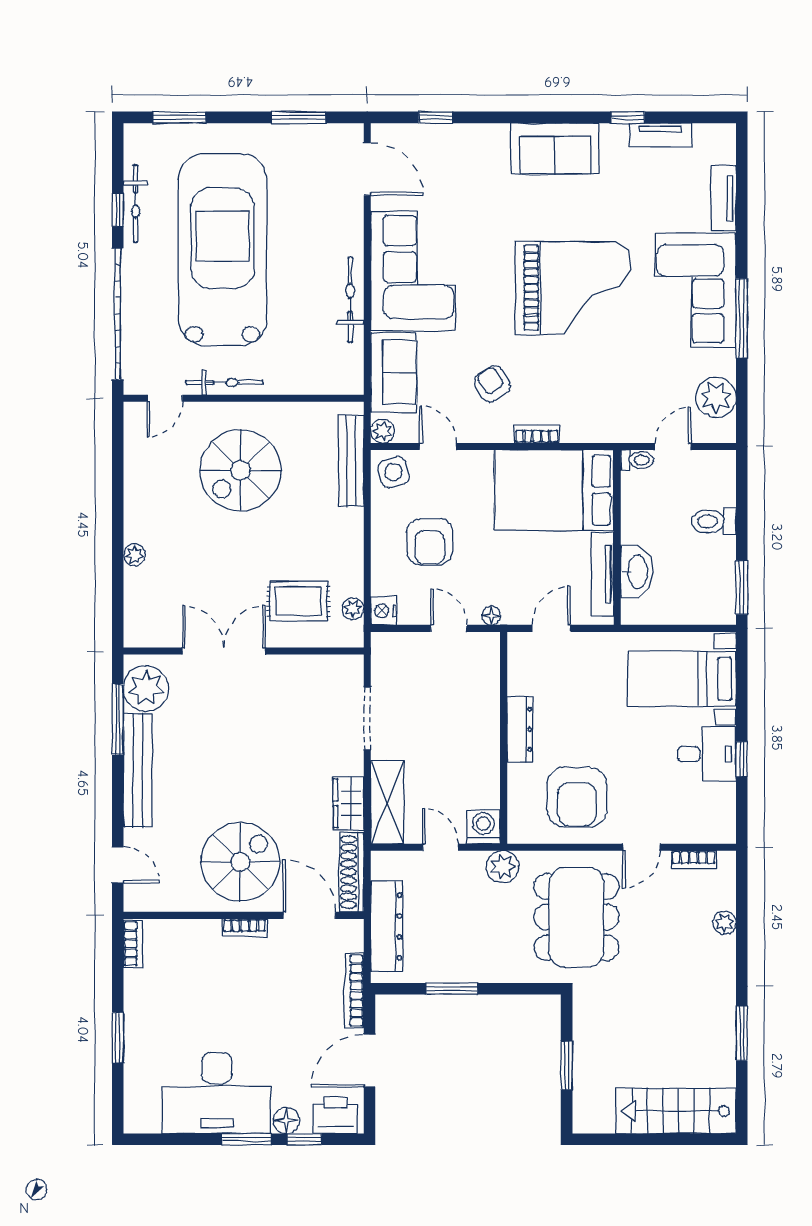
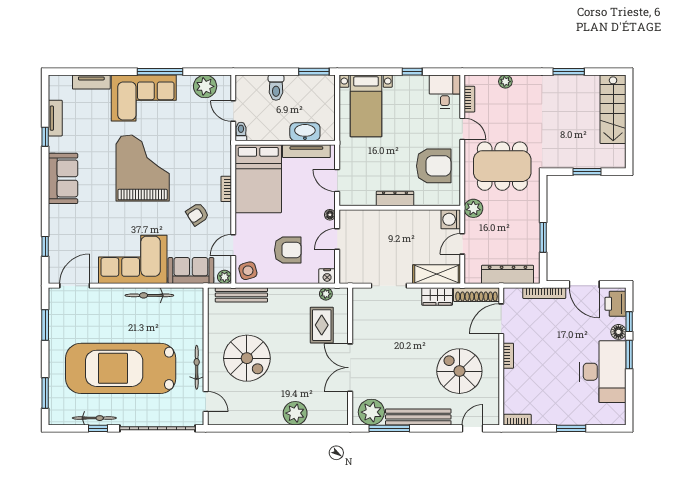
plant: (134, 555) -> (295, 413), width x1.88, depth x1.88
desk: (707, 754) -> (445, 92), moved
spiral stairs: (240, 862) -> (459, 371), moved

